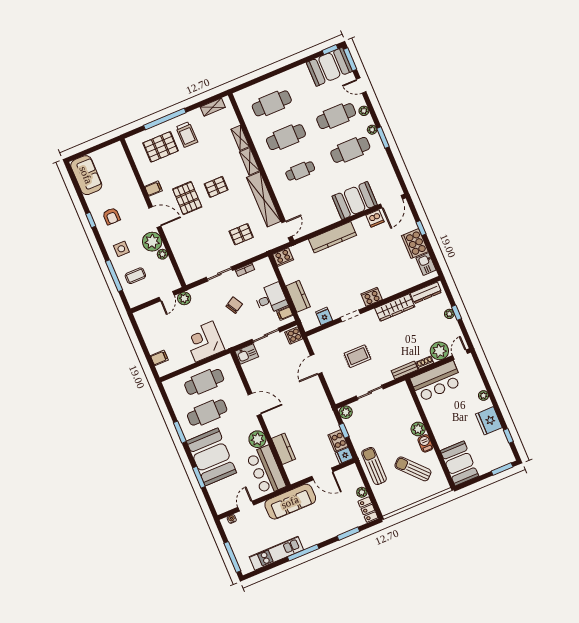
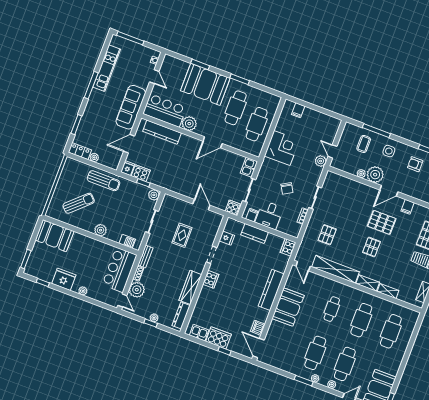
booth: (355, 201) -> (288, 307), moved
barbecue: (425, 443) -> (127, 241), moved
kitchen counter: (284, 449) -> (162, 132), width x1.50

